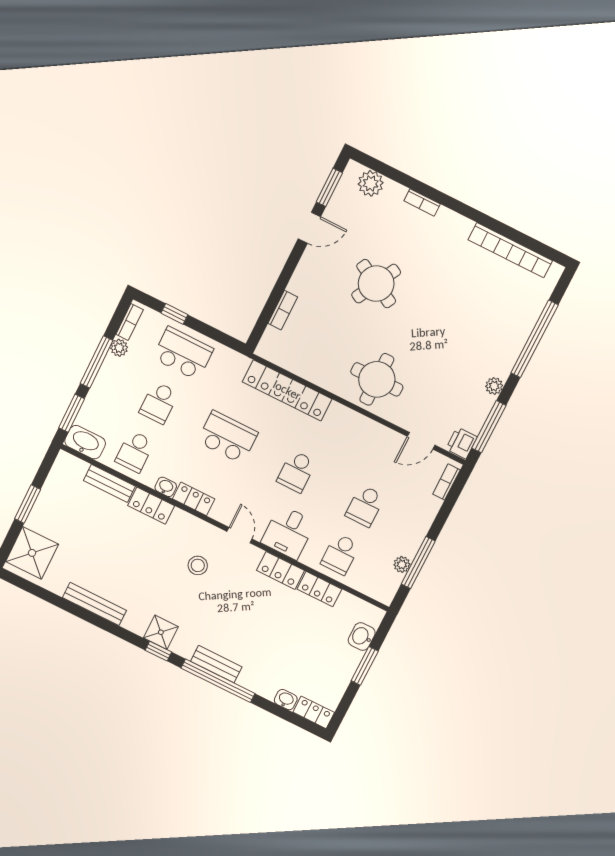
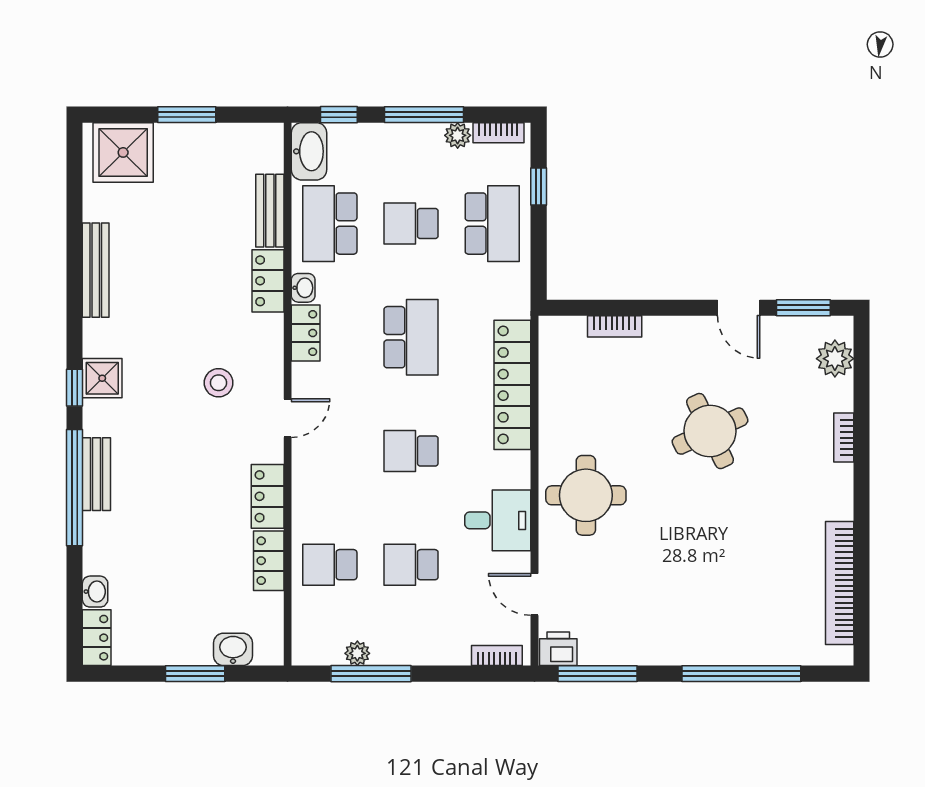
round table: (376, 284) -> (710, 431), turned 37
plant: (494, 386) -> (654, 653), removed
window: (72, 413) -> (339, 115), width x0.67
school desk: (135, 451) -> (330, 224), width x1.85
desk: (288, 532) -> (498, 520), moved, turned 180

